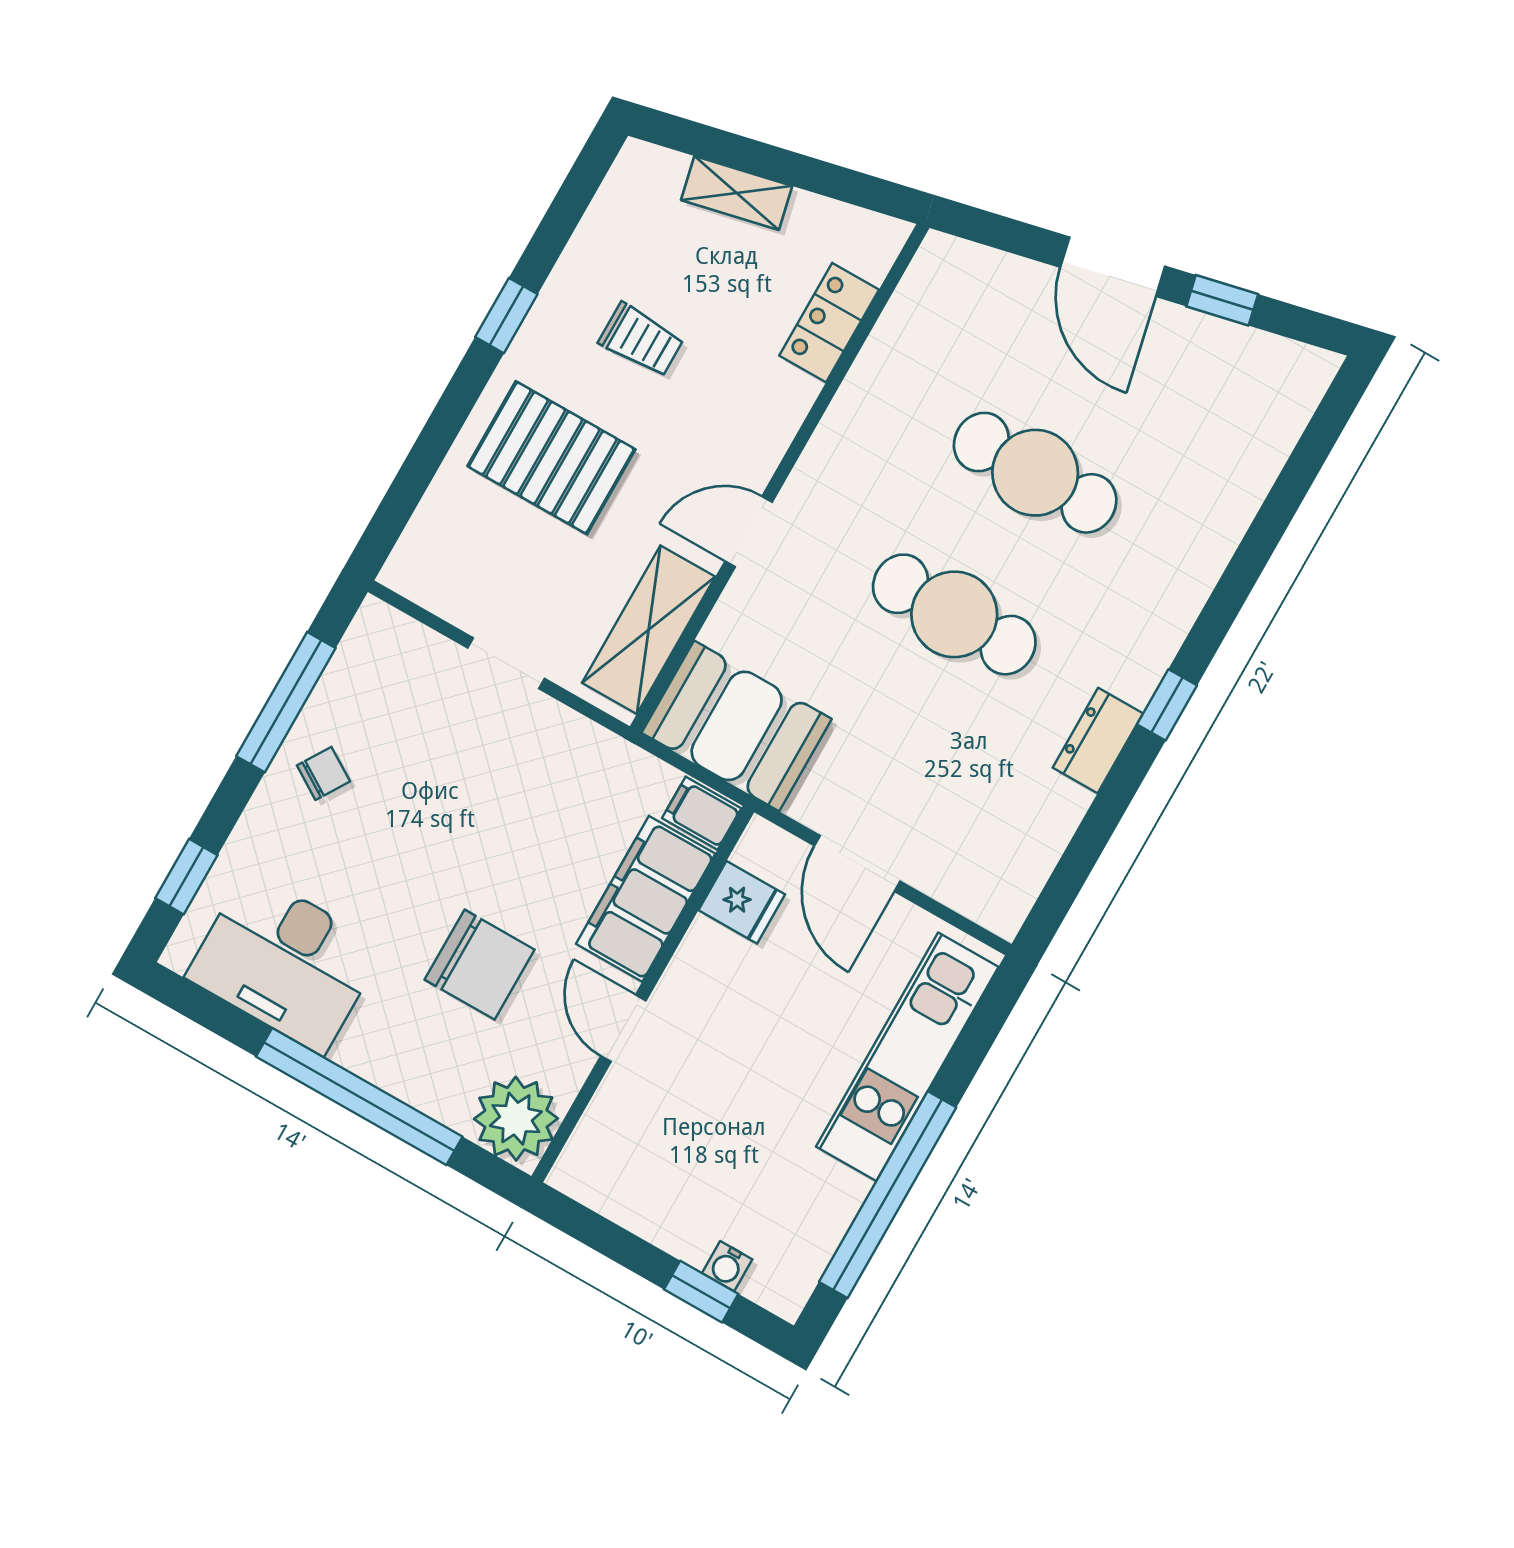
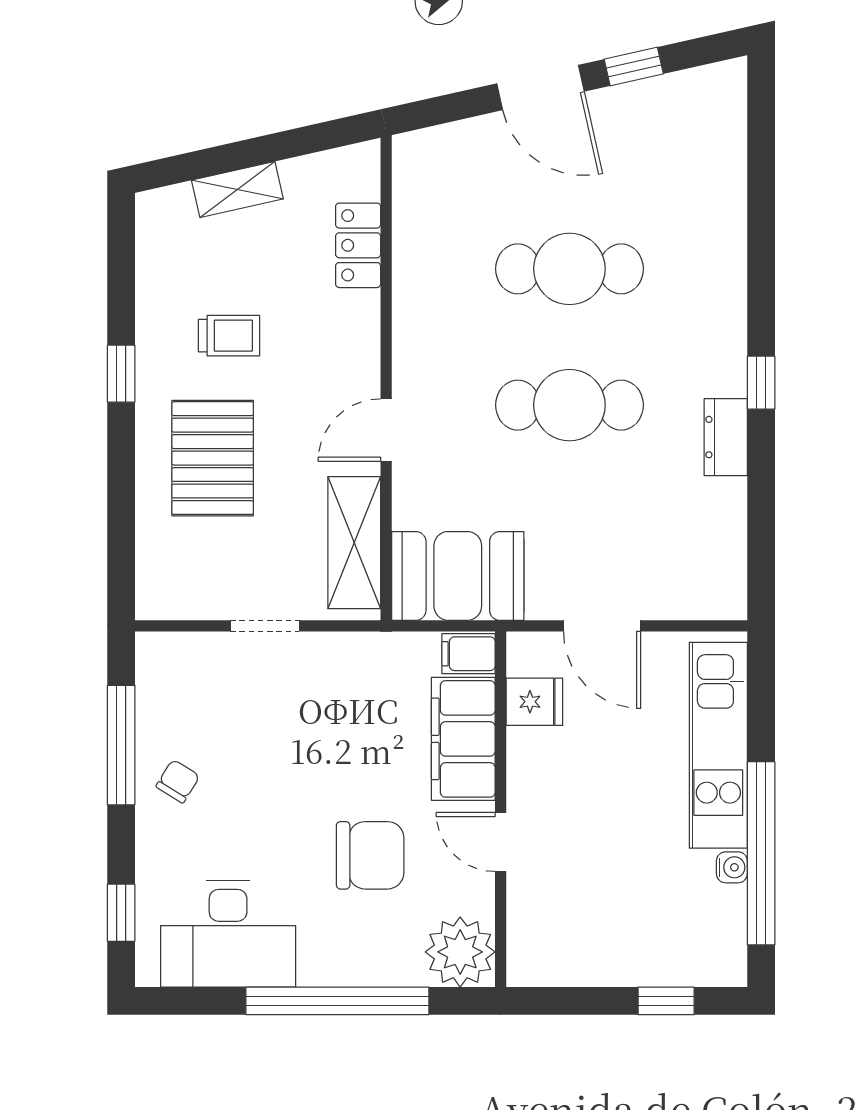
pallet: (551, 458) -> (213, 458), turned 90
water cooler: (727, 1266) -> (732, 867), moved, turned -90

